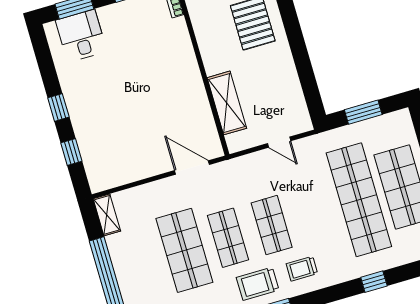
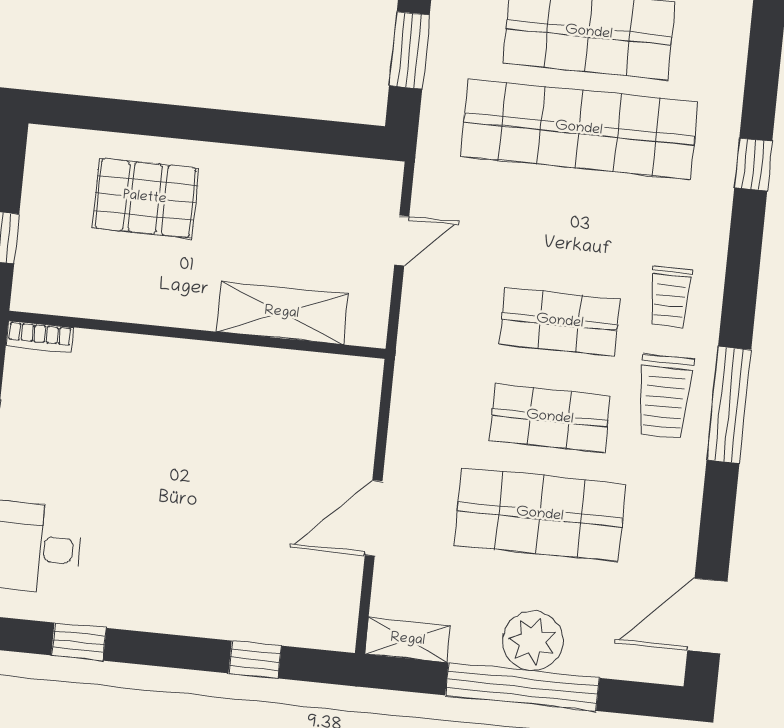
window: (58, 107) -> (79, 642), moved
door: (192, 168) -> (374, 518), moved
plant: (128, 269) -> (533, 641), added

